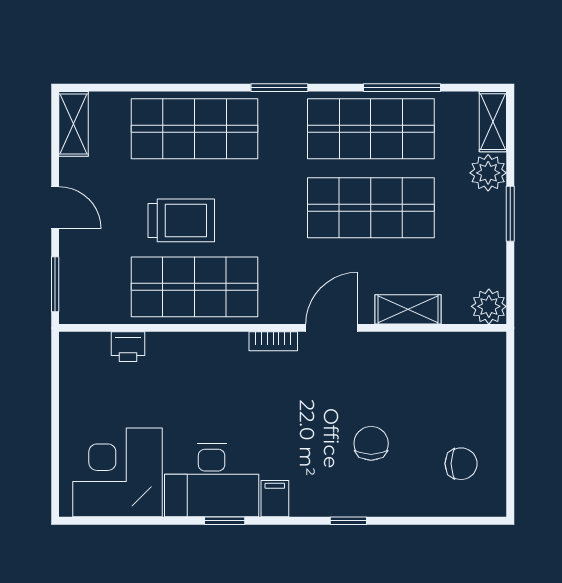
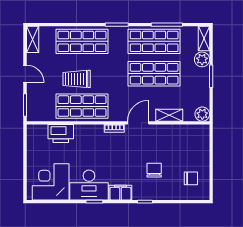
trolley: (181, 220) -> (77, 79), turned 180
printer: (128, 347) -> (61, 133), width x1.87, depth x1.48
filing cabinet: (275, 499) -> (120, 193), width x2.00

